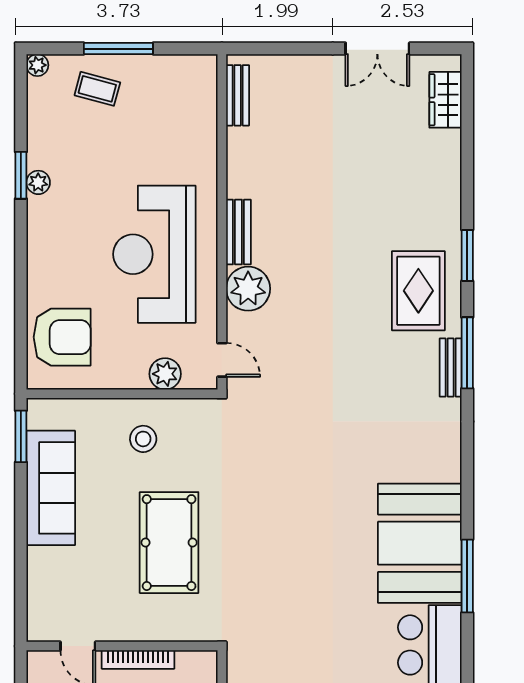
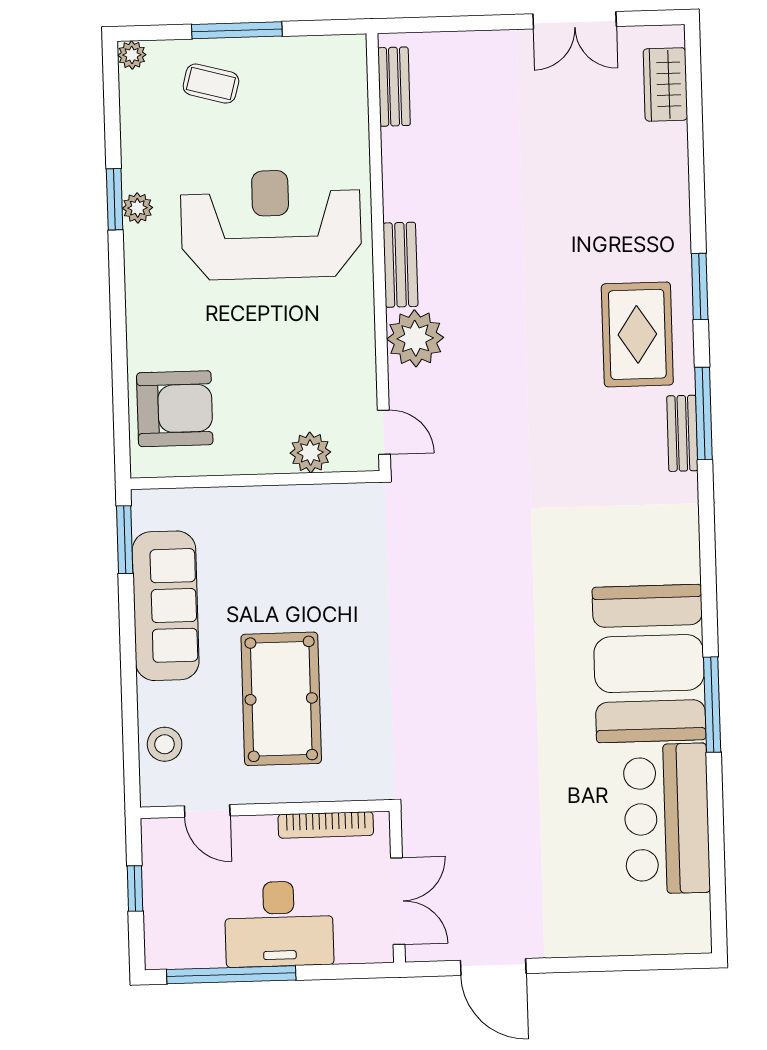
reception desk: (154, 254) -> (271, 224), moved, turned 90
stool: (143, 439) -> (165, 744), moved
pool table: (169, 543) -> (281, 699), moved
bookcase: (138, 660) -> (326, 825), moved

